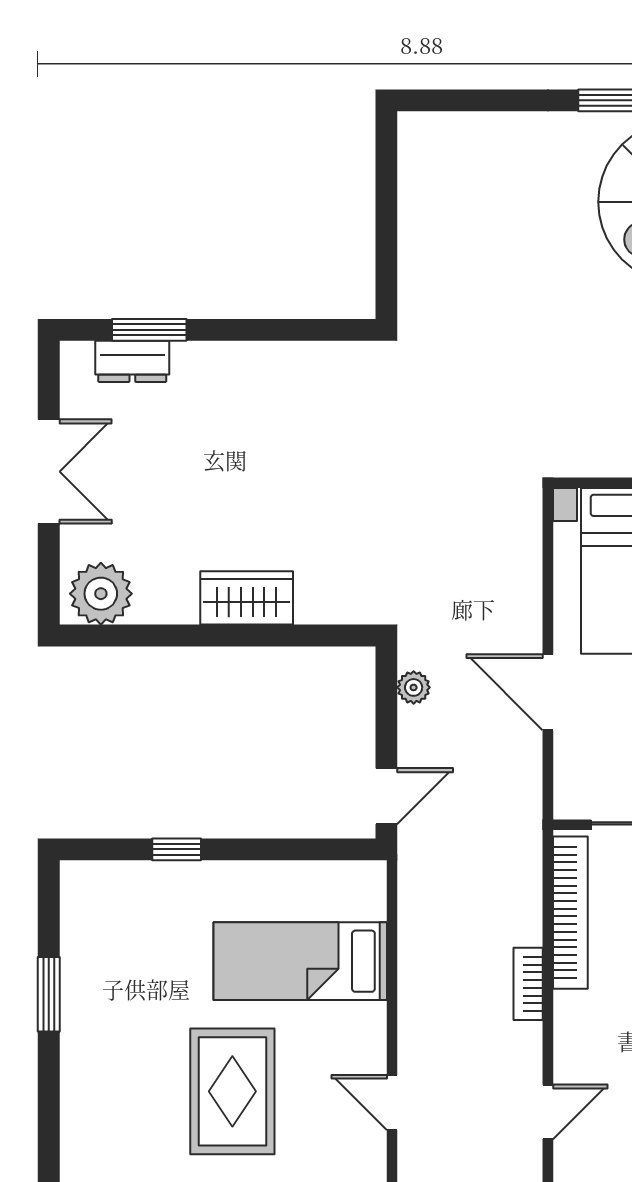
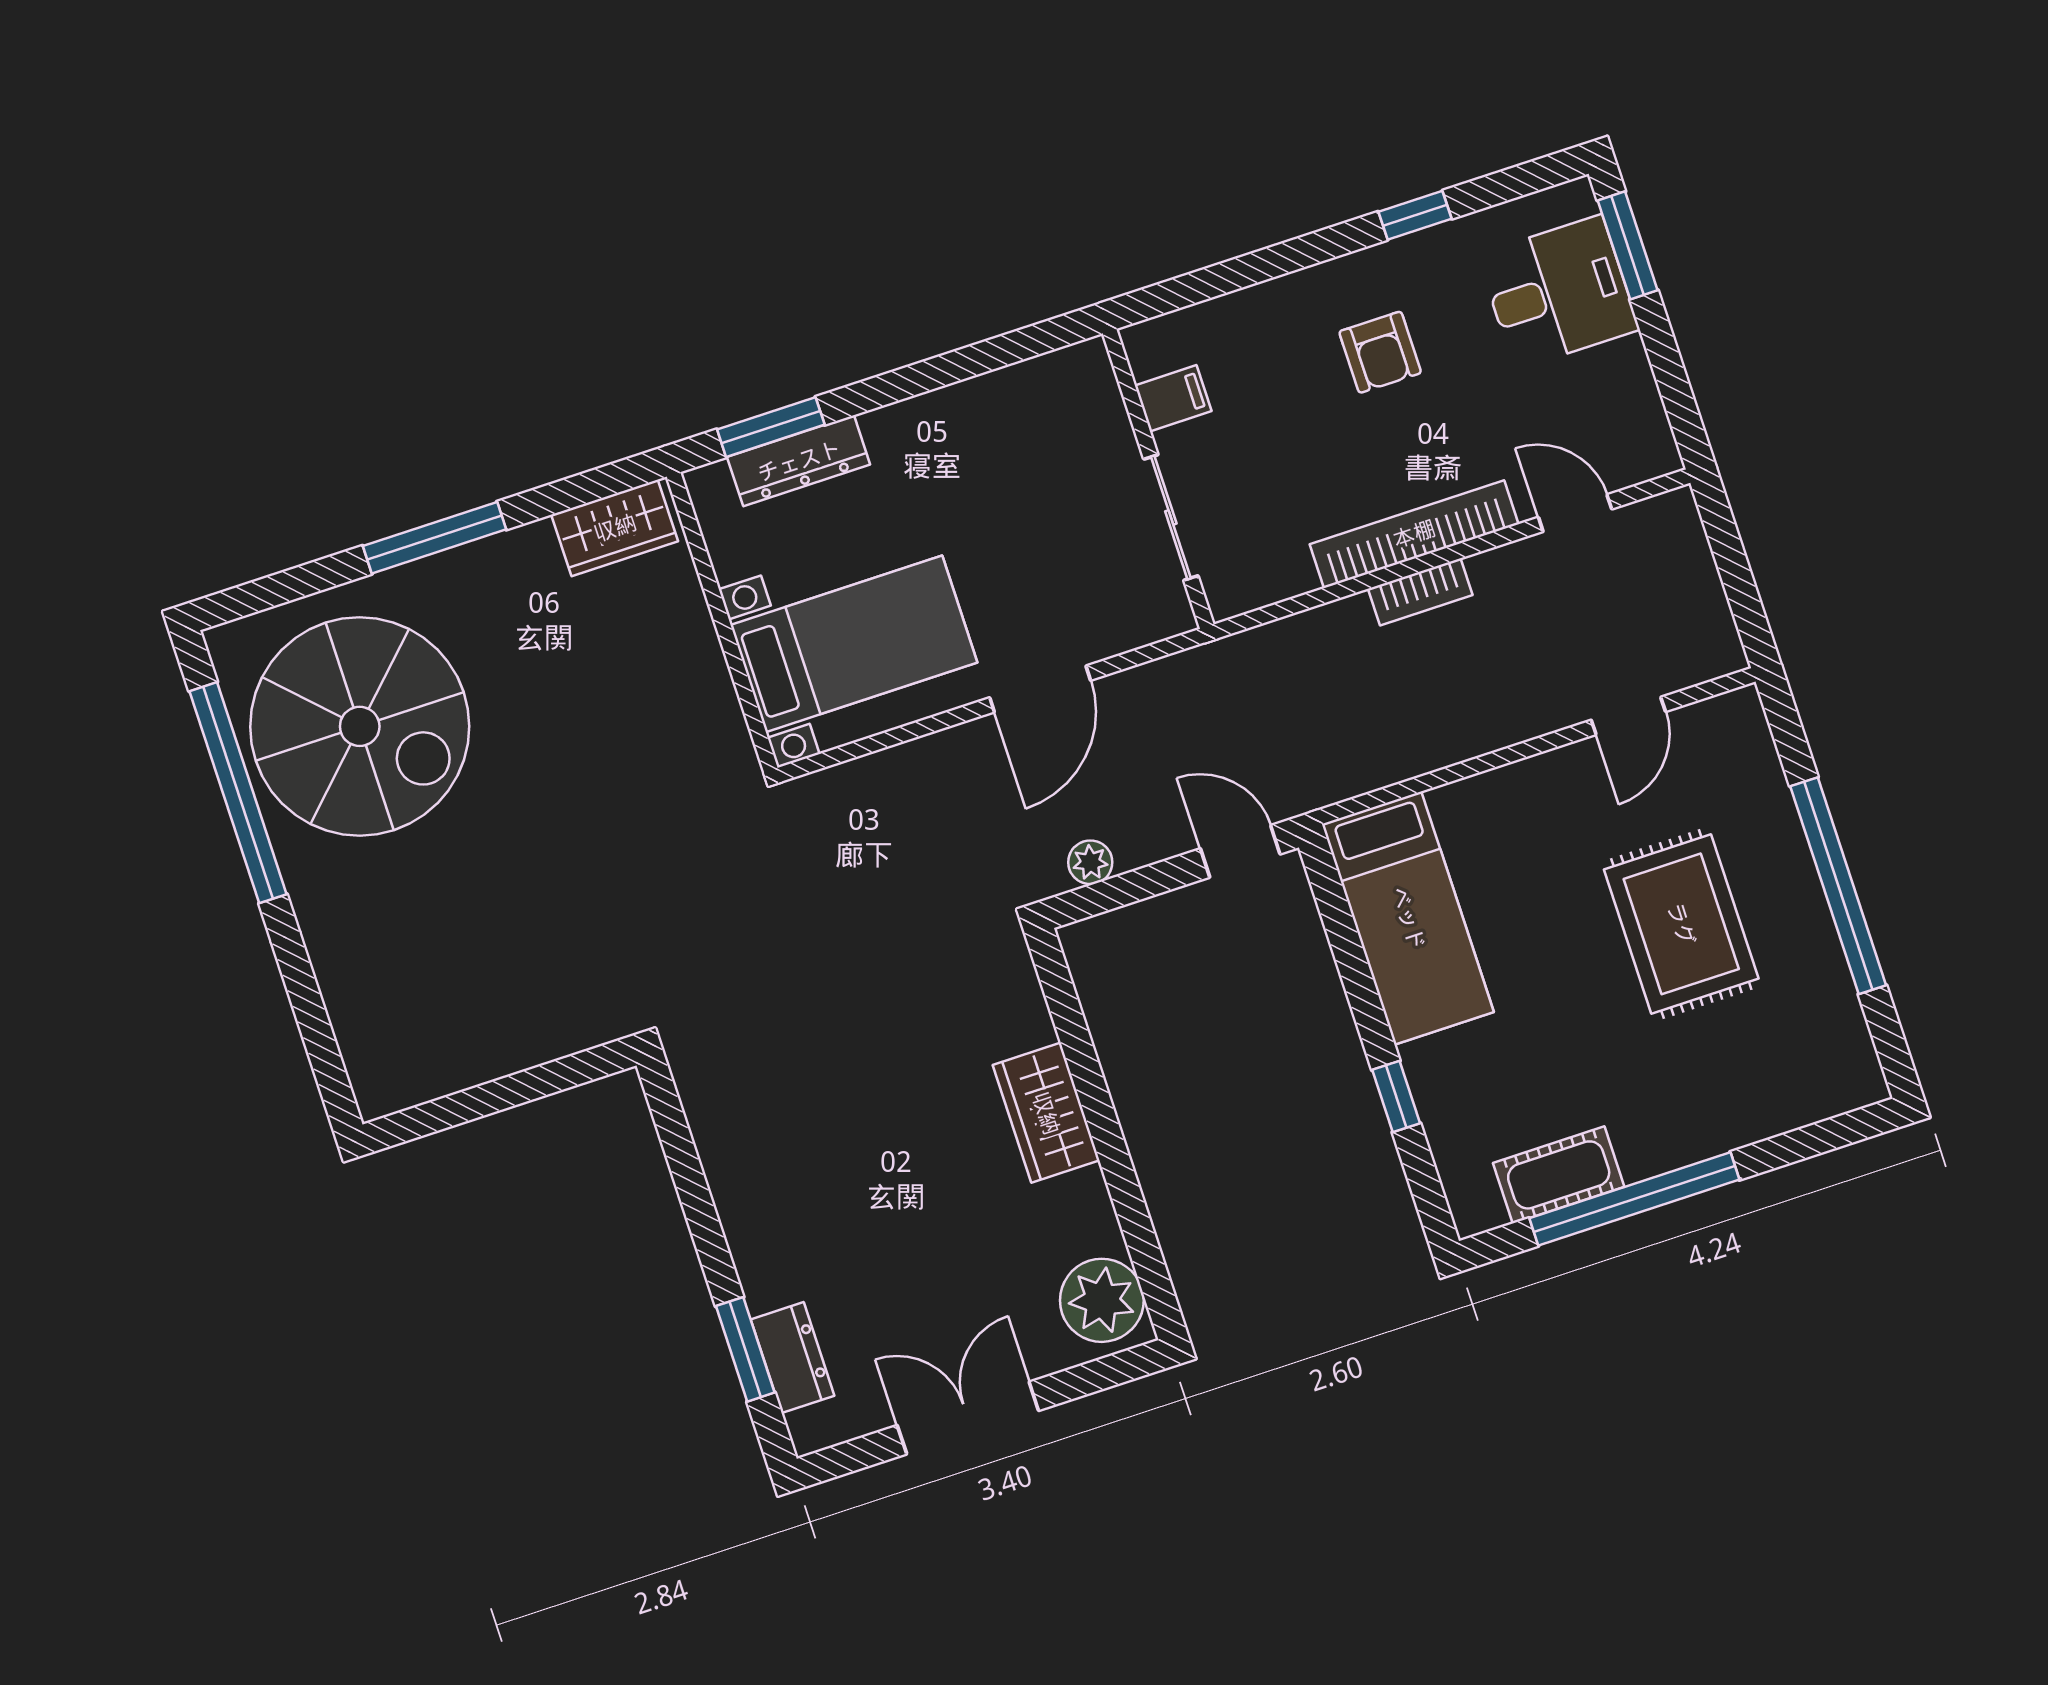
bookcase: (570, 913) -> (1414, 534), moved
cot: (83, 946) -> (1559, 1175), added
bed: (300, 961) -> (1408, 918), moved
window: (49, 994) -> (1634, 1199), width x2.11
rug: (232, 1091) -> (1681, 924), turned 90

